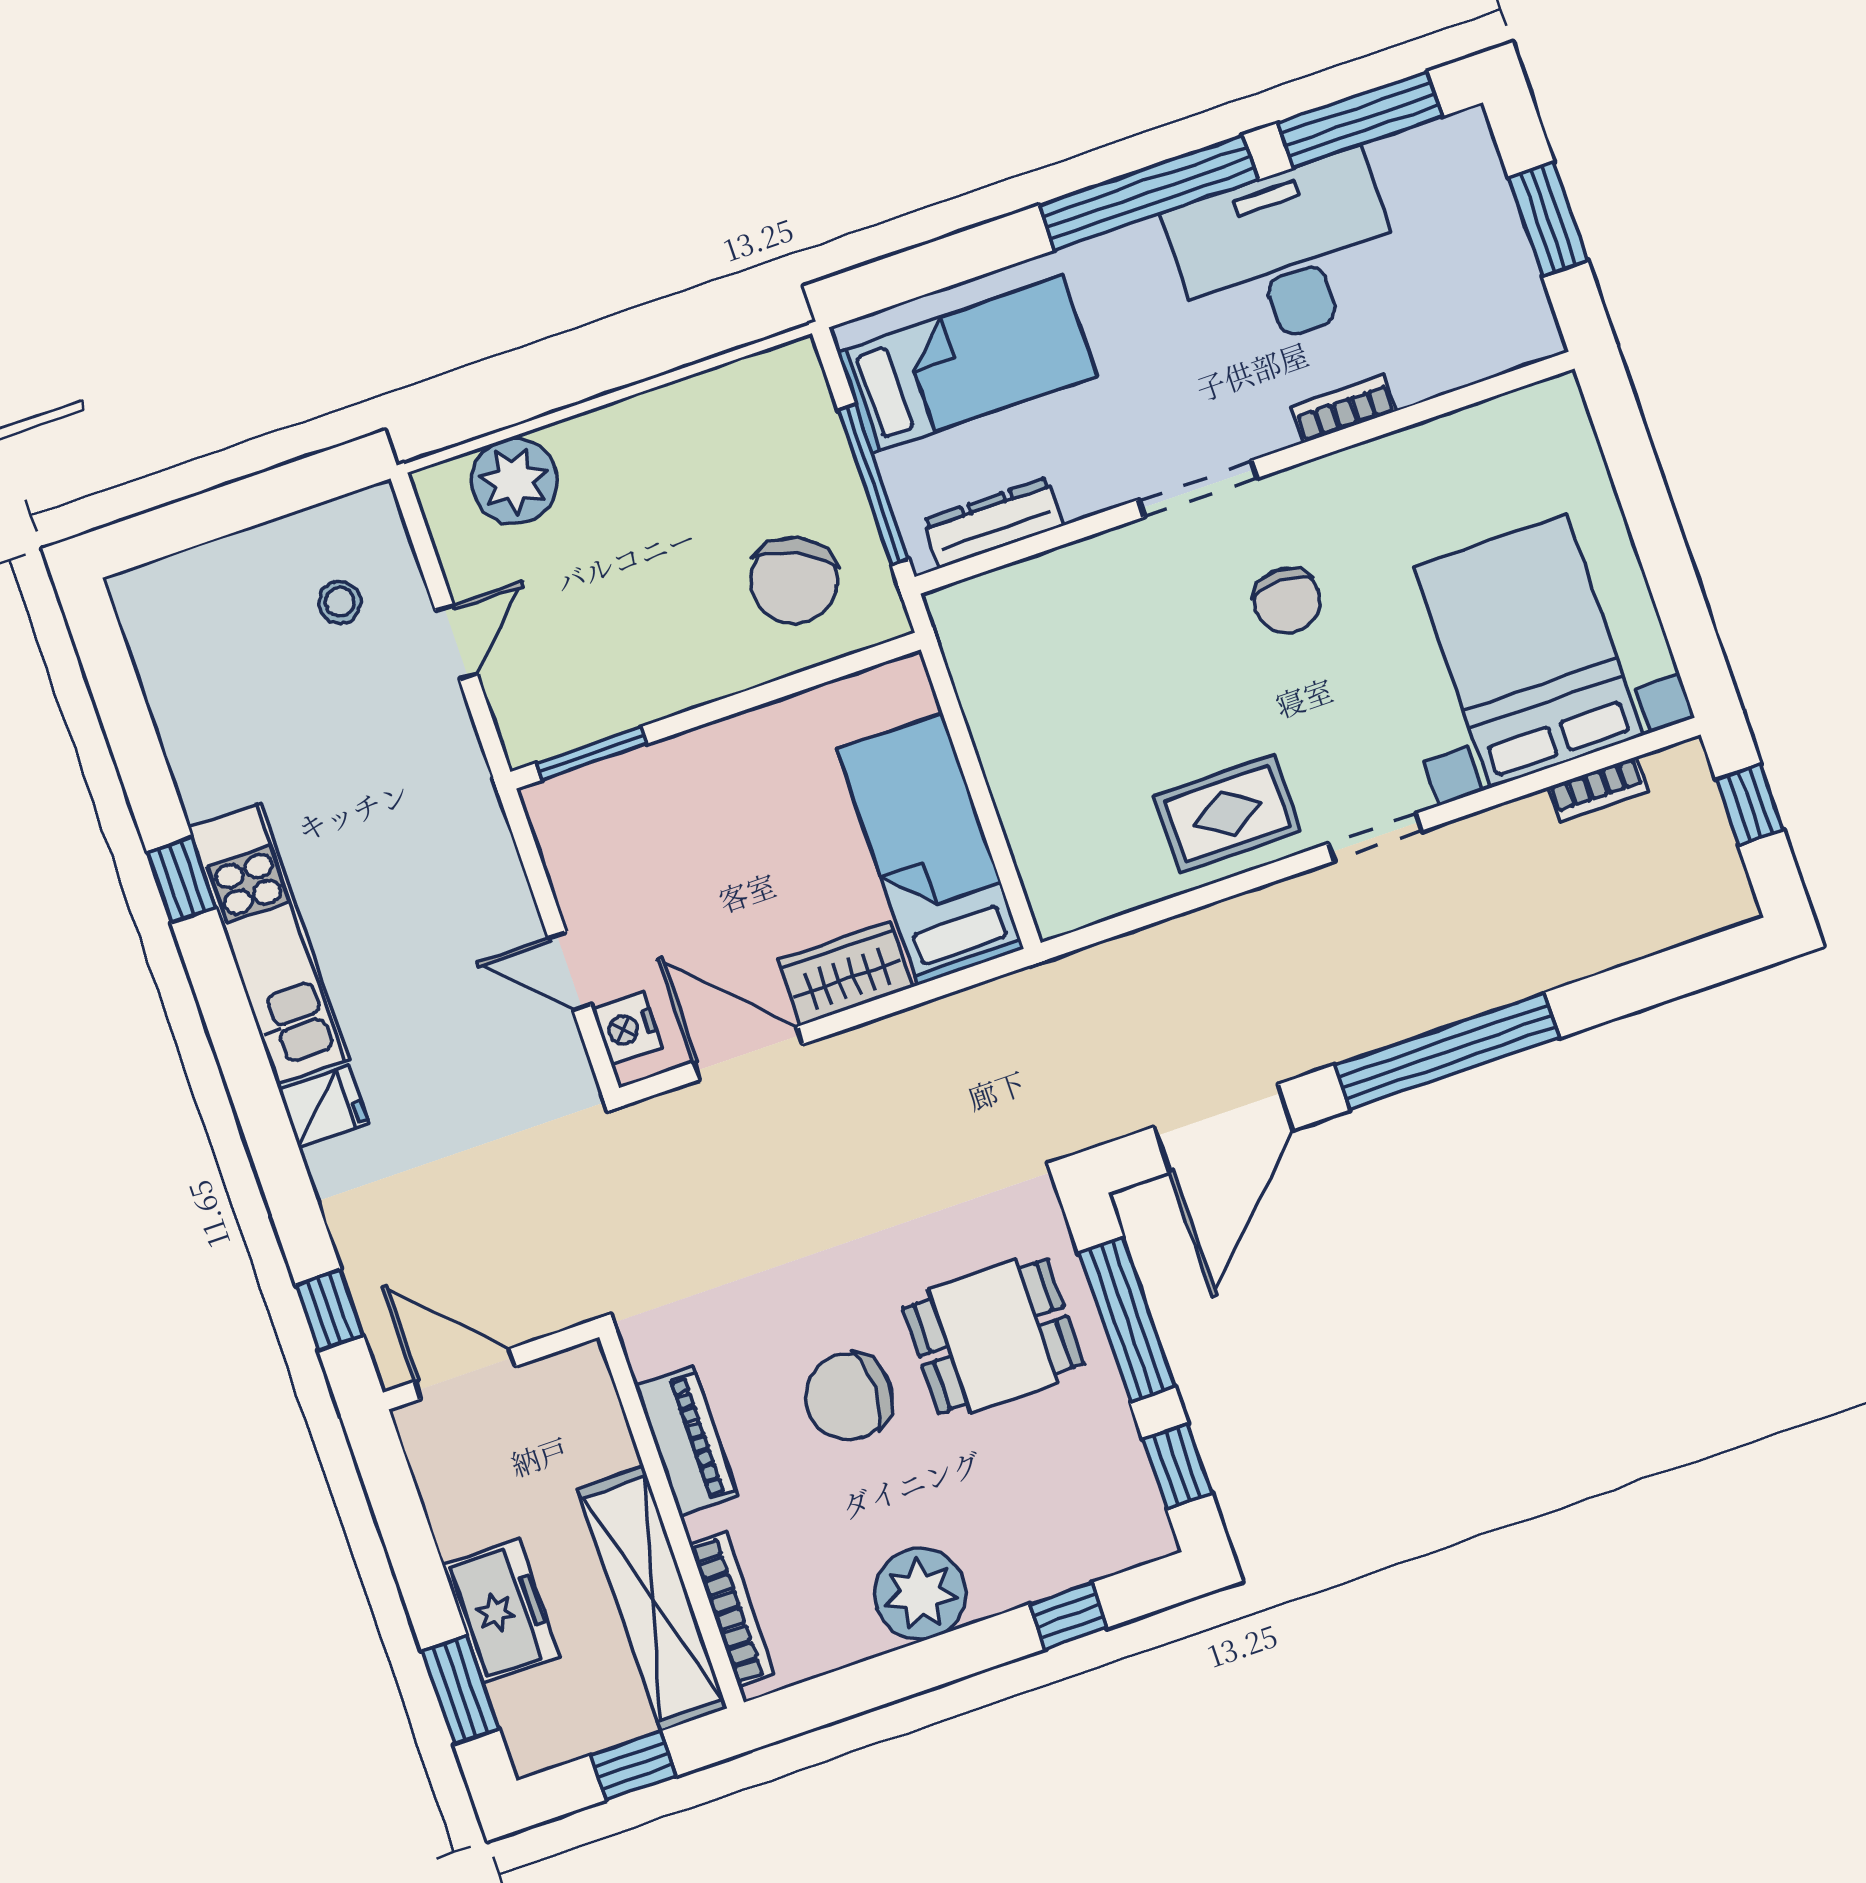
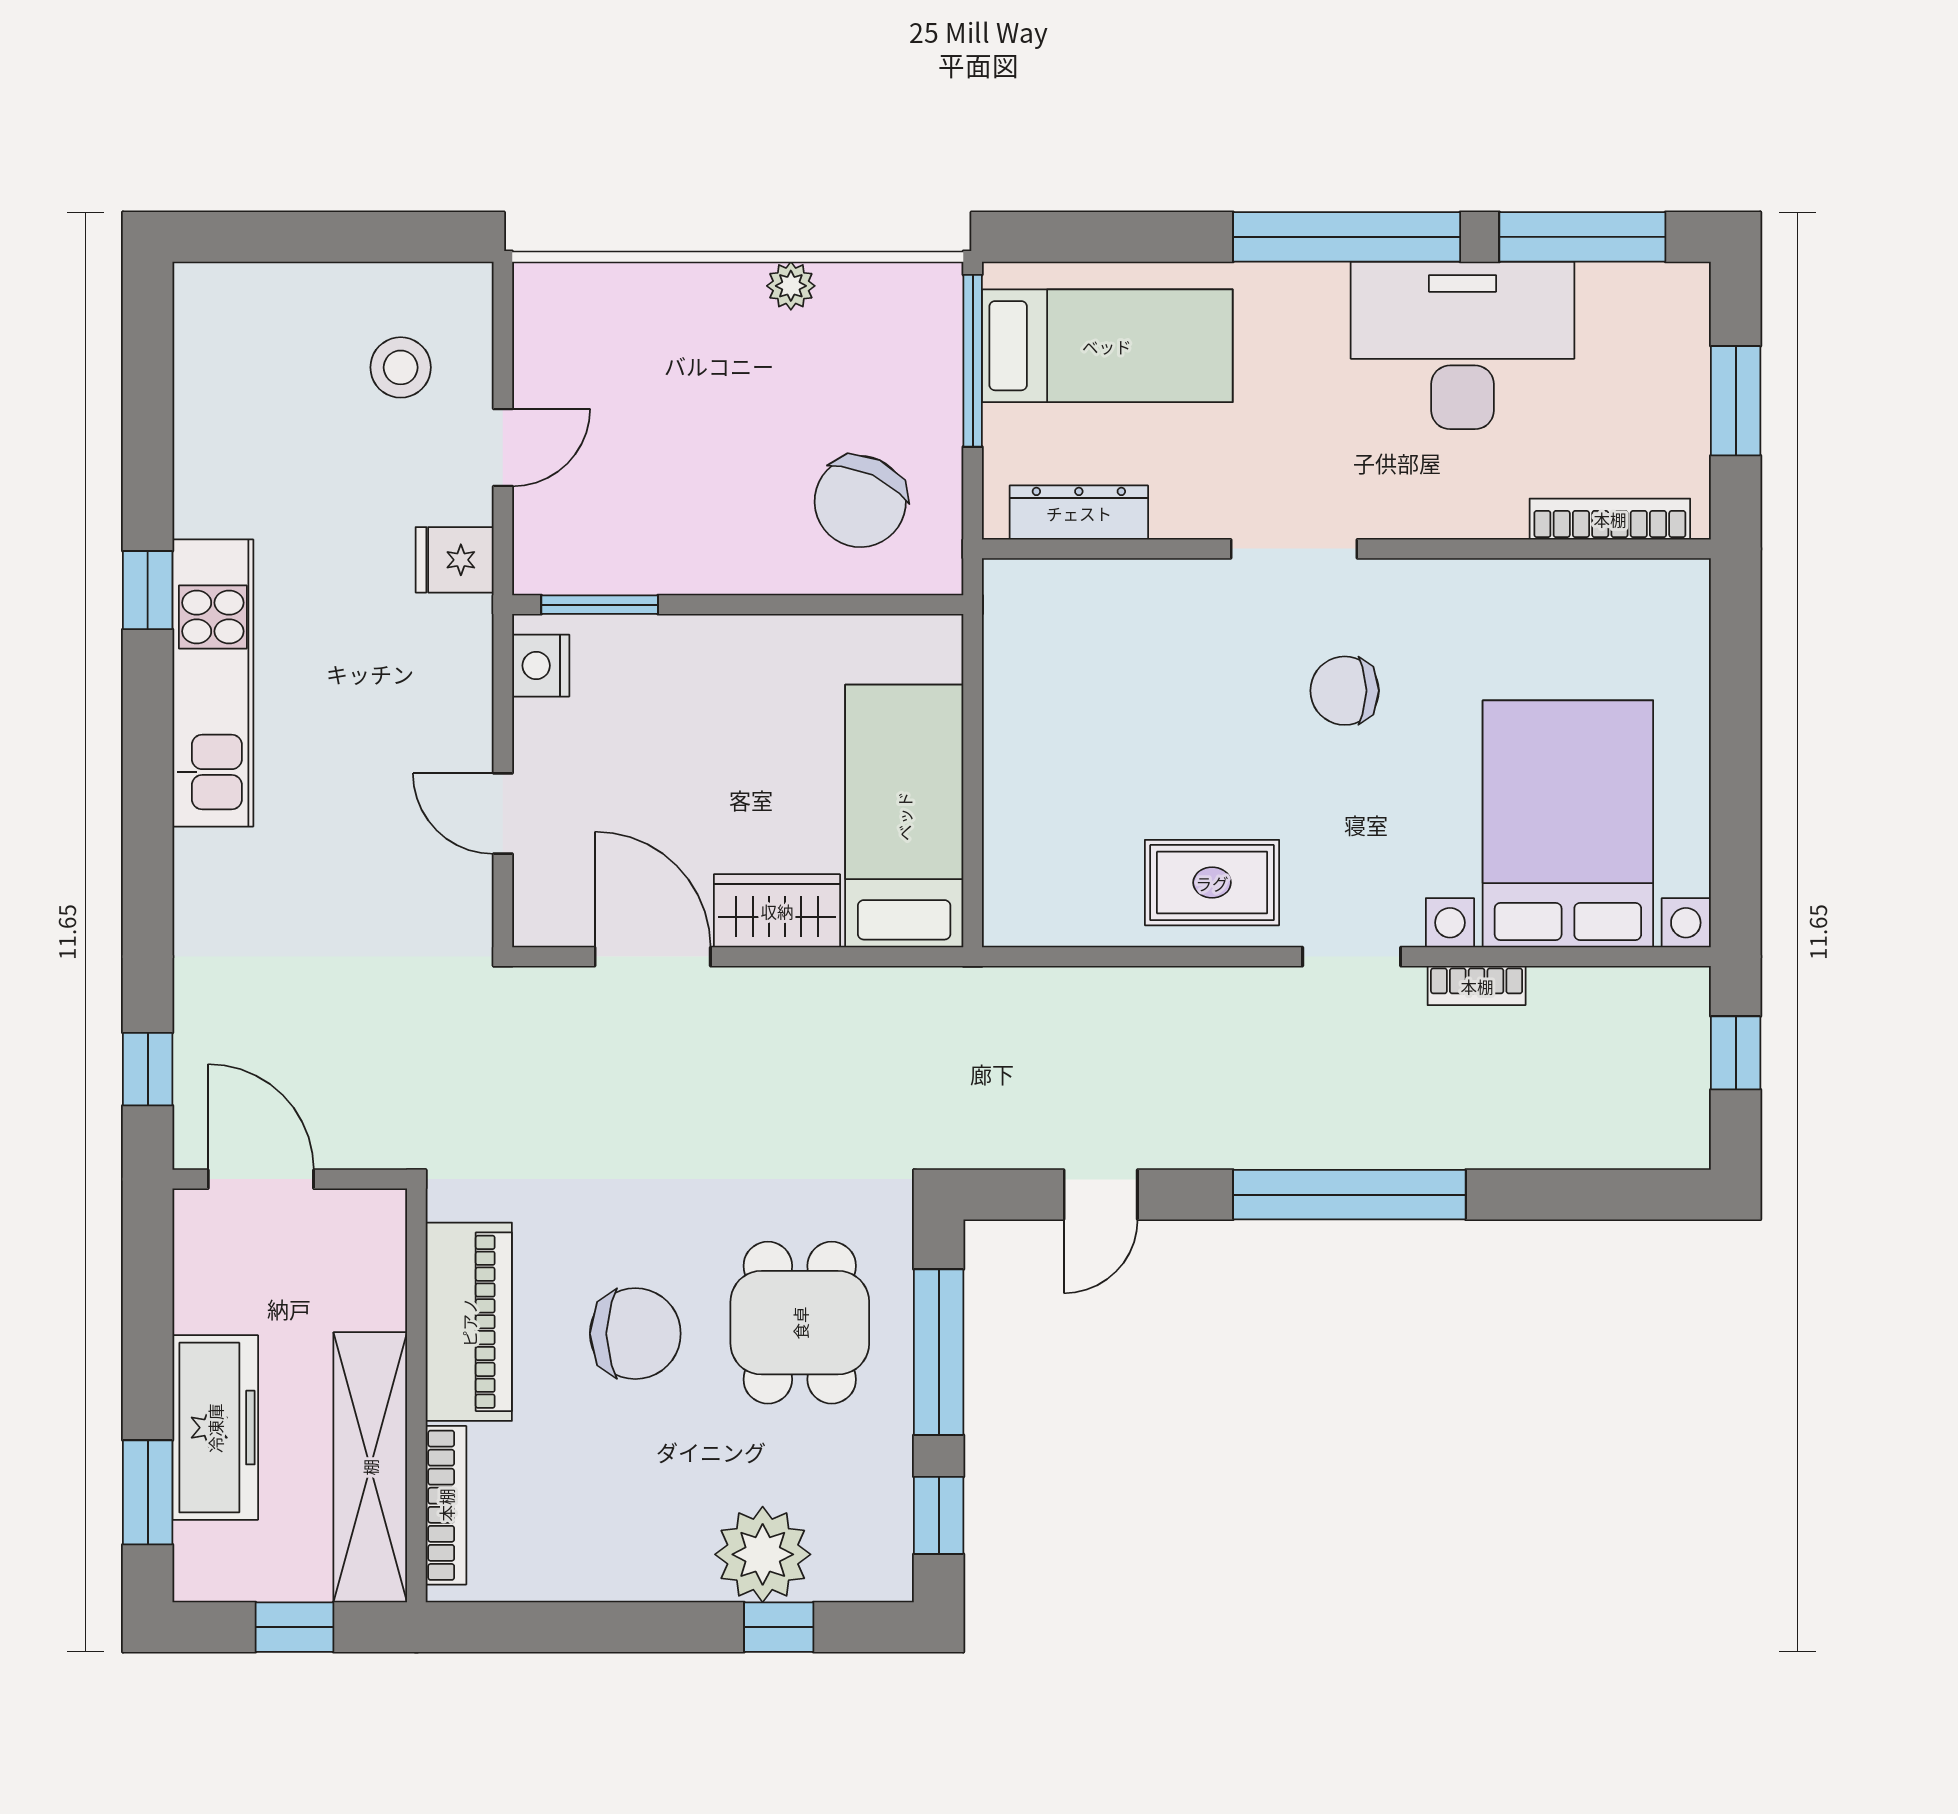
bookcase: (1344, 409) -> (1610, 519), moved, width x1.56
plant: (514, 481) -> (791, 286), moved, width x0.53, depth x0.53
window: (873, 484) -> (973, 361), moved
chair: (1287, 600) -> (1345, 691), turned 90
stool: (340, 602) -> (401, 367), width x1.37, depth x1.37
bookcase: (1598, 789) -> (1477, 986), moved
nightstand: (627, 1029) -> (541, 666), moved
fridge: (323, 1106) -> (455, 560), moved, turned 180
door: (1224, 1128) -> (1101, 1195), width x0.53
dining table: (993, 1336) -> (800, 1323), turned 90
chair: (849, 1397) -> (635, 1334), turned 180
piano: (686, 1441) -> (469, 1322), width x1.37, depth x1.33
plant: (920, 1594) -> (763, 1554), moved
freezer: (501, 1611) -> (215, 1428), width x1.40

